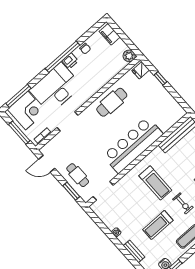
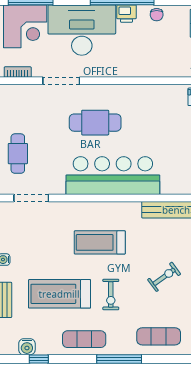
cafe table: (112, 102) -> (95, 123), moved
treadmill: (155, 183) -> (100, 242), turned 90
treadmill: (158, 225) -> (59, 294), width x1.37, depth x1.38

